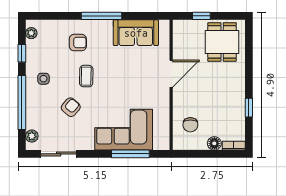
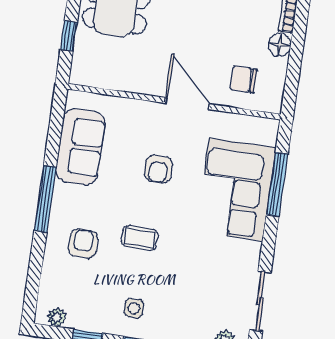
door: (171, 74) -> (187, 104), moved
armchair: (71, 107) -> (158, 169), moved, turned -131
chair: (190, 125) -> (244, 79), turned 180

